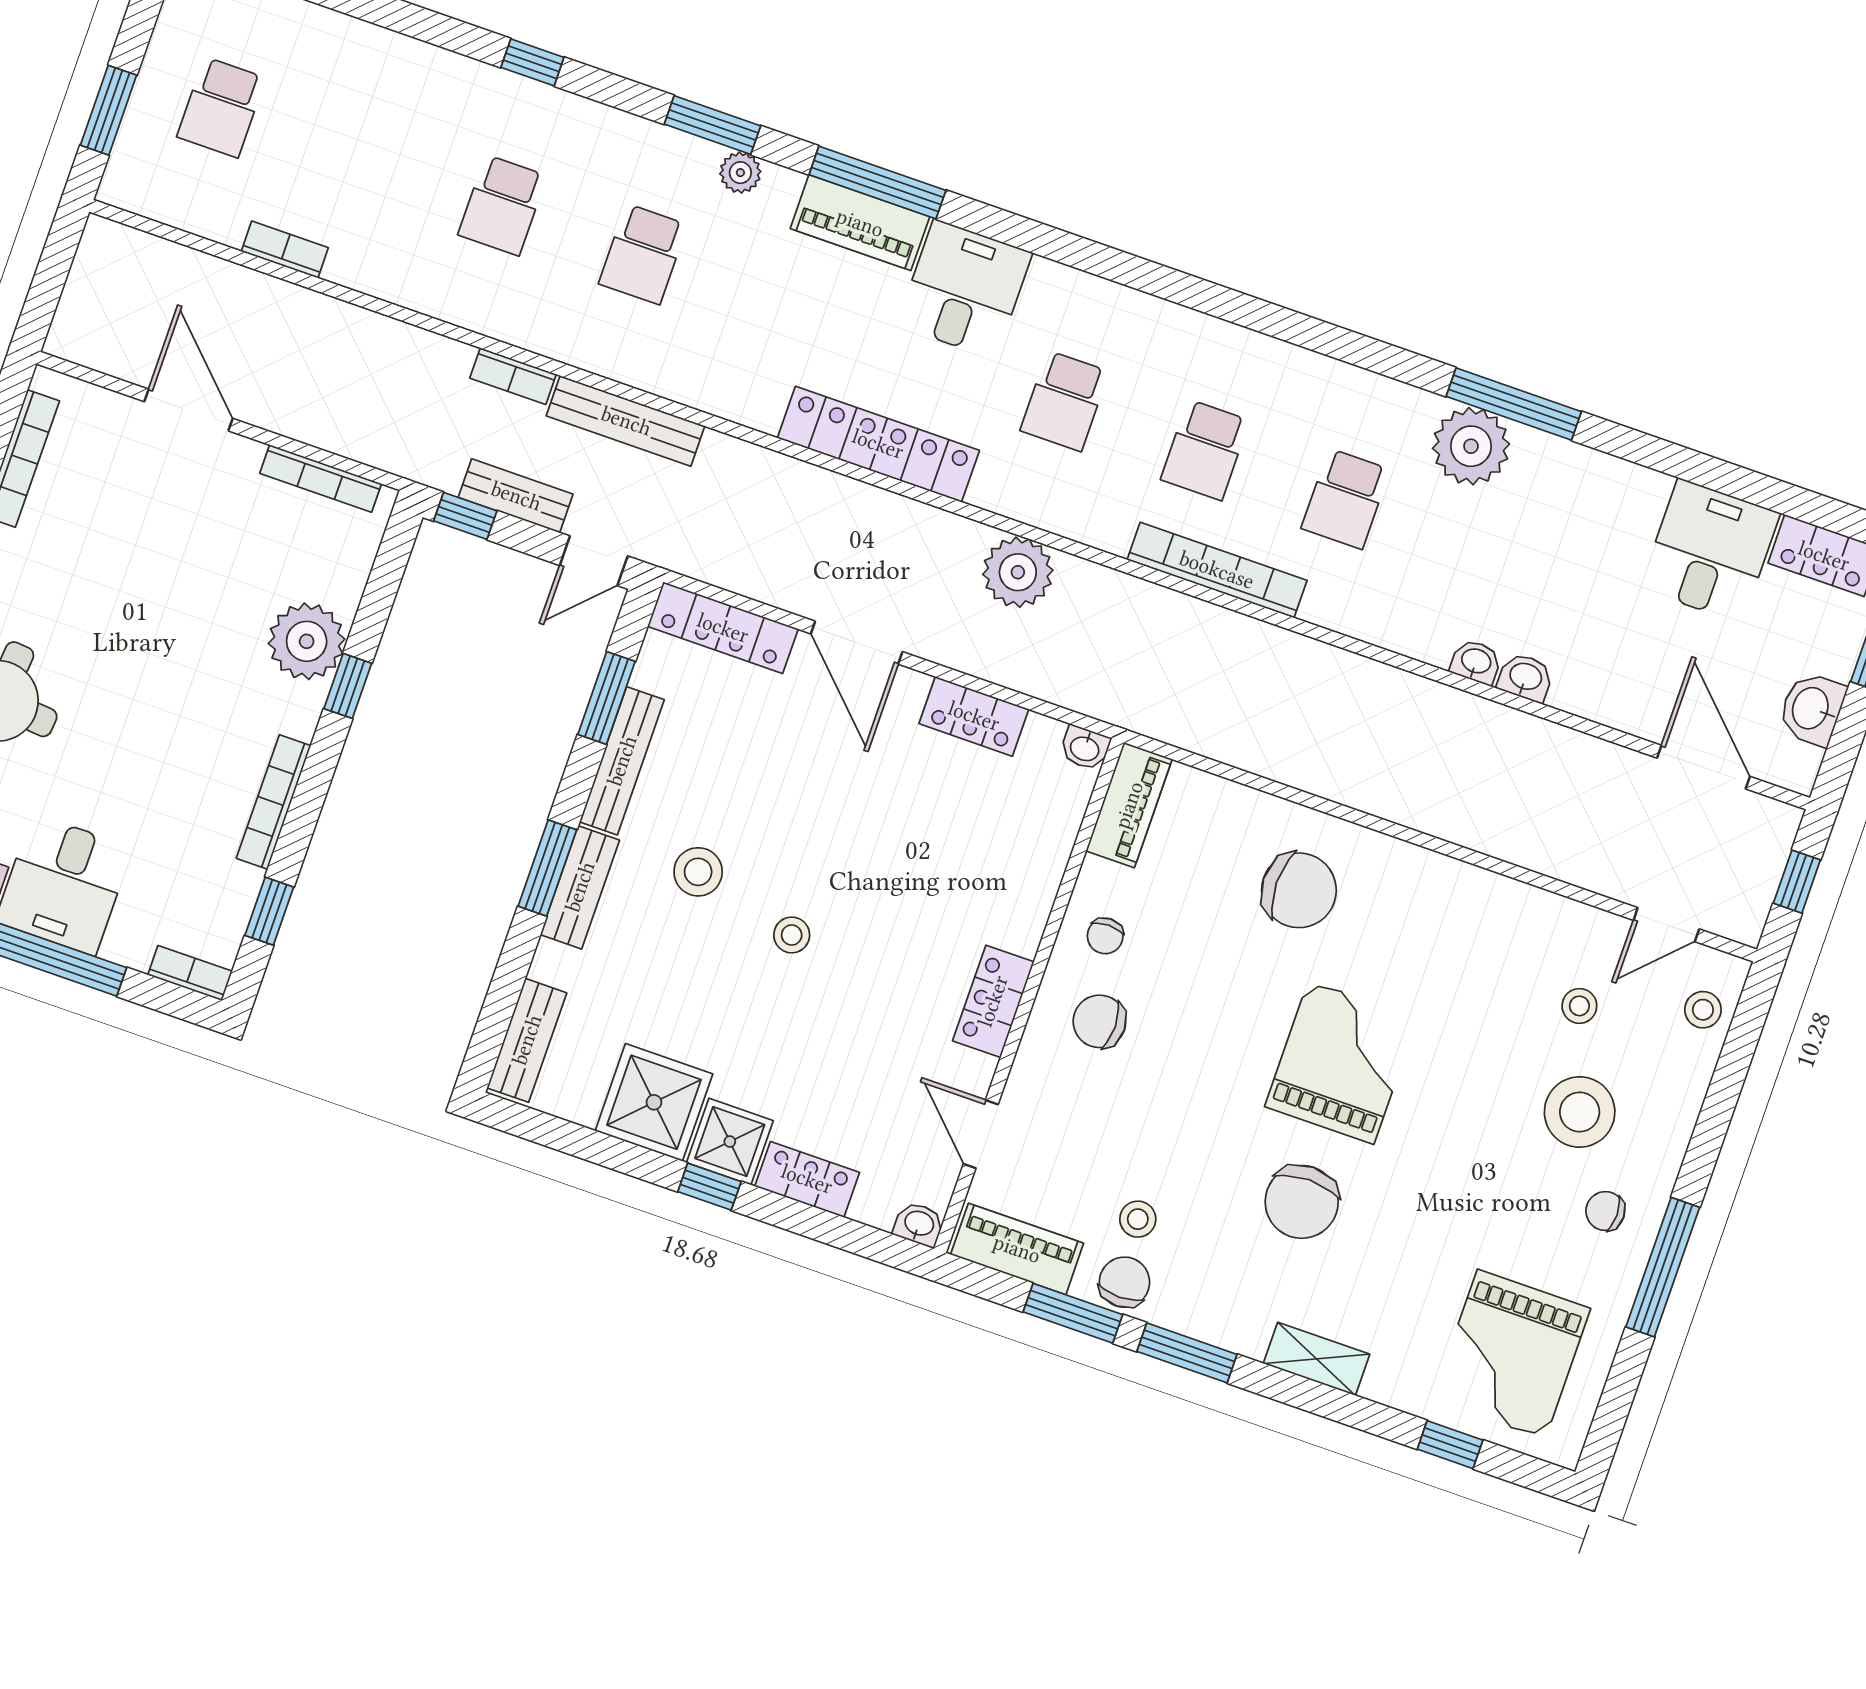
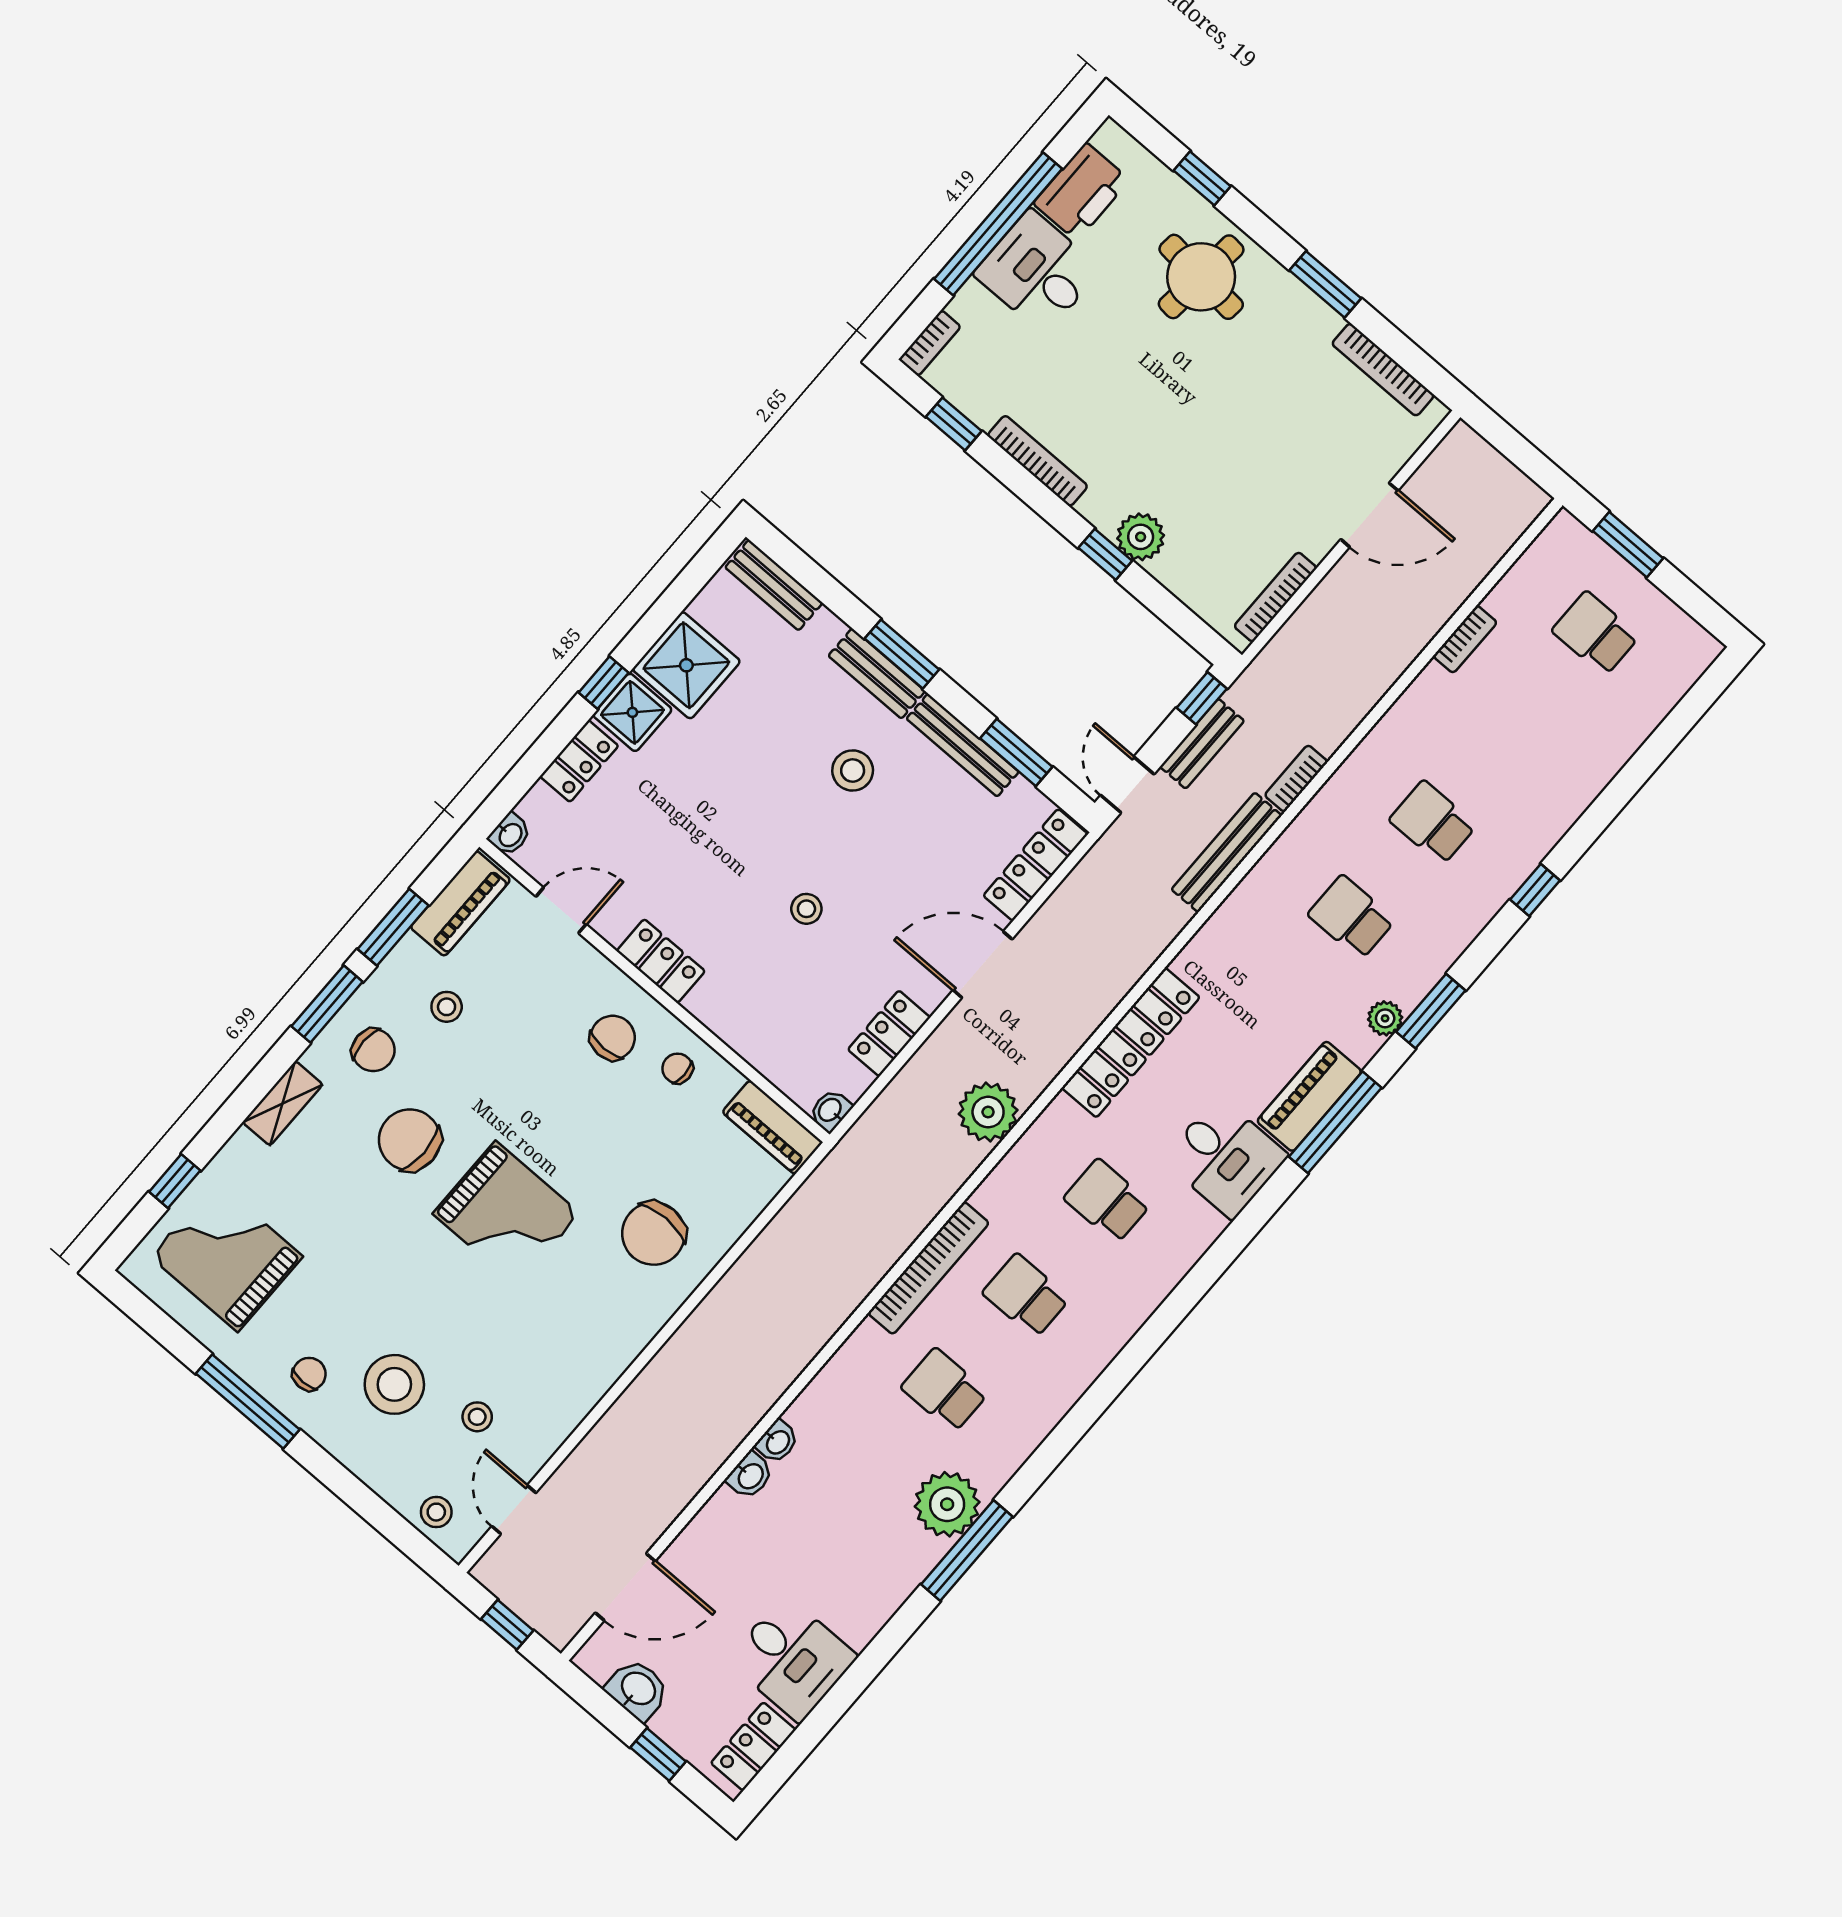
plant: (307, 641) -> (1141, 537), width x0.73, depth x0.73
stool: (792, 935) -> (806, 909), moved
chair: (1124, 1282) -> (373, 1050), moved

